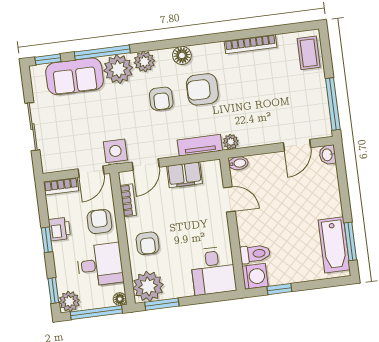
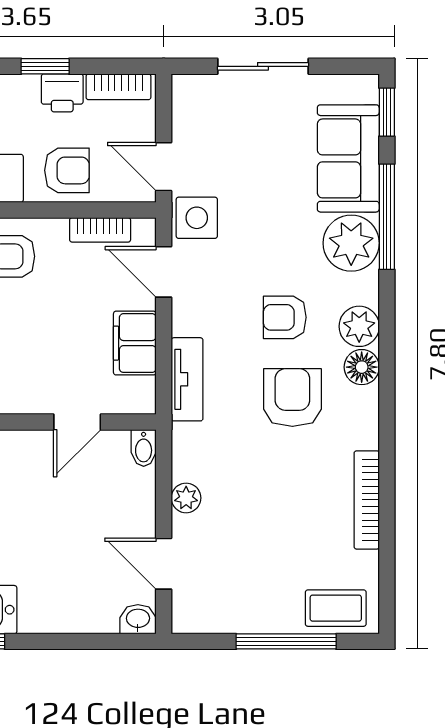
plant: (144, 62) -> (359, 326), moved
window: (333, 104) -> (286, 641), moved
plant: (231, 142) -> (186, 498), moved
bookcase: (61, 186) -> (118, 87), moved, turned -90

